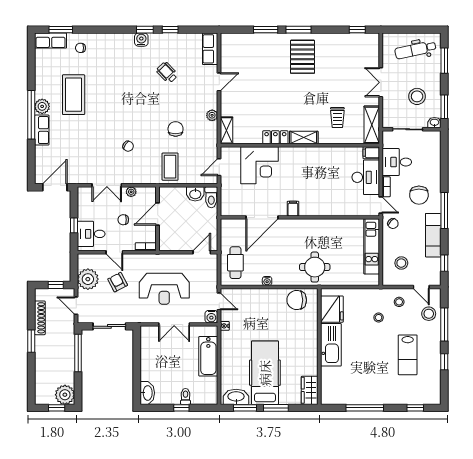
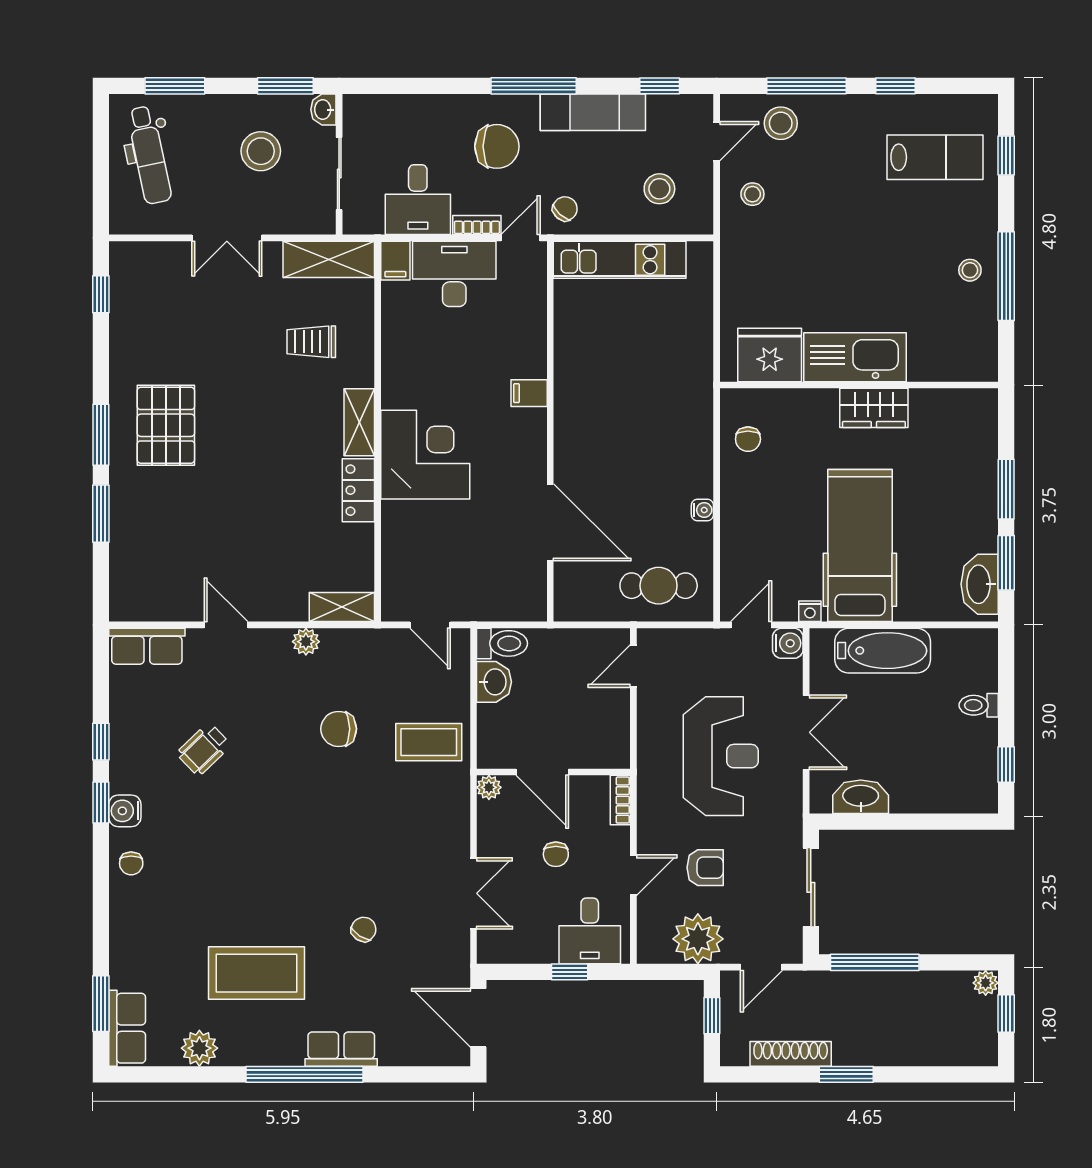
chair: (81, 48) -> (131, 863), moved
pallet: (302, 57) -> (166, 425), turned 90
plant: (42, 106) -> (199, 1048), moved
trolley: (337, 118) -> (311, 342), turned 180
chair: (128, 146) -> (364, 929), moved
corner desk: (260, 165) -> (425, 455), moved
plant: (131, 192) -> (489, 787), moved
filing cabinet: (293, 209) -> (529, 393), moved
door: (202, 252) -> (633, 666), hinge flipped
round table: (315, 267) -> (669, 396), removed
armchair: (118, 282) -> (705, 868), turned -152
chair: (297, 300) -> (748, 439), width x0.54, depth x0.54
stool: (379, 318) -> (970, 270), moved
lab bench: (408, 355) -> (935, 157), moved
hospital bed: (265, 373) -> (860, 545), moved, turned 90
wardrobe: (310, 390) -> (874, 408), moved
washbasin: (147, 393) -> (861, 797), moved
plant: (65, 395) -> (986, 983), width x0.53, depth x0.53
window: (181, 408) -> (1006, 764), moved

